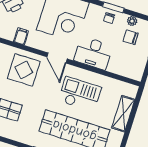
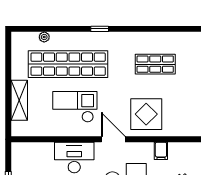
checkout: (80, 94) -> (75, 107), turned 180

